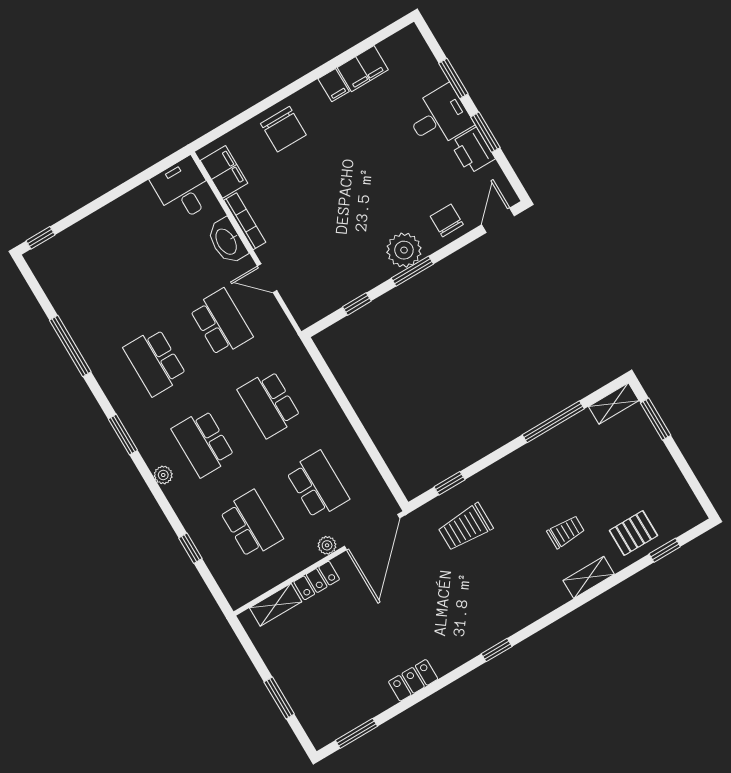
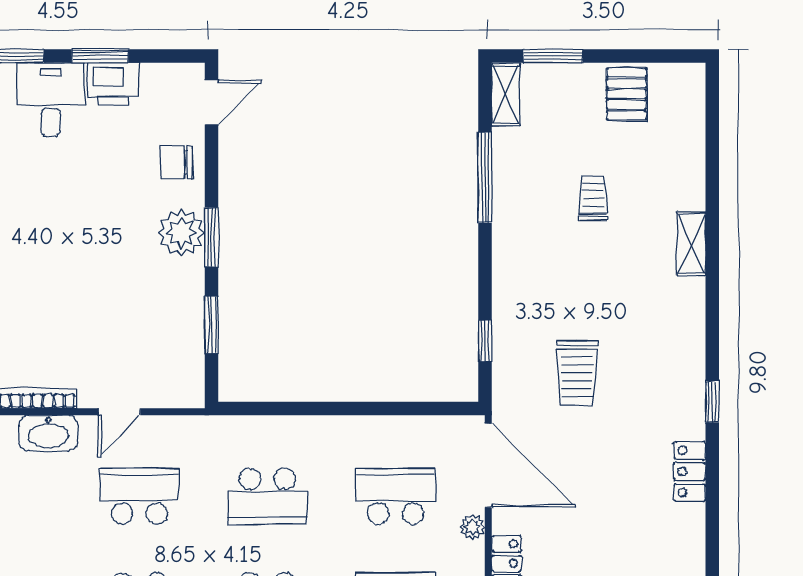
door: (498, 220) -> (212, 102), swing flipped
window: (357, 304) -> (212, 325), width x1.50
trolley: (465, 527) -> (577, 372), moved
trolley: (566, 532) -> (593, 198), moved
pallet: (633, 533) -> (627, 94), moved
window: (665, 550) -> (712, 136), removed
locker: (413, 680) -> (690, 472), moved

